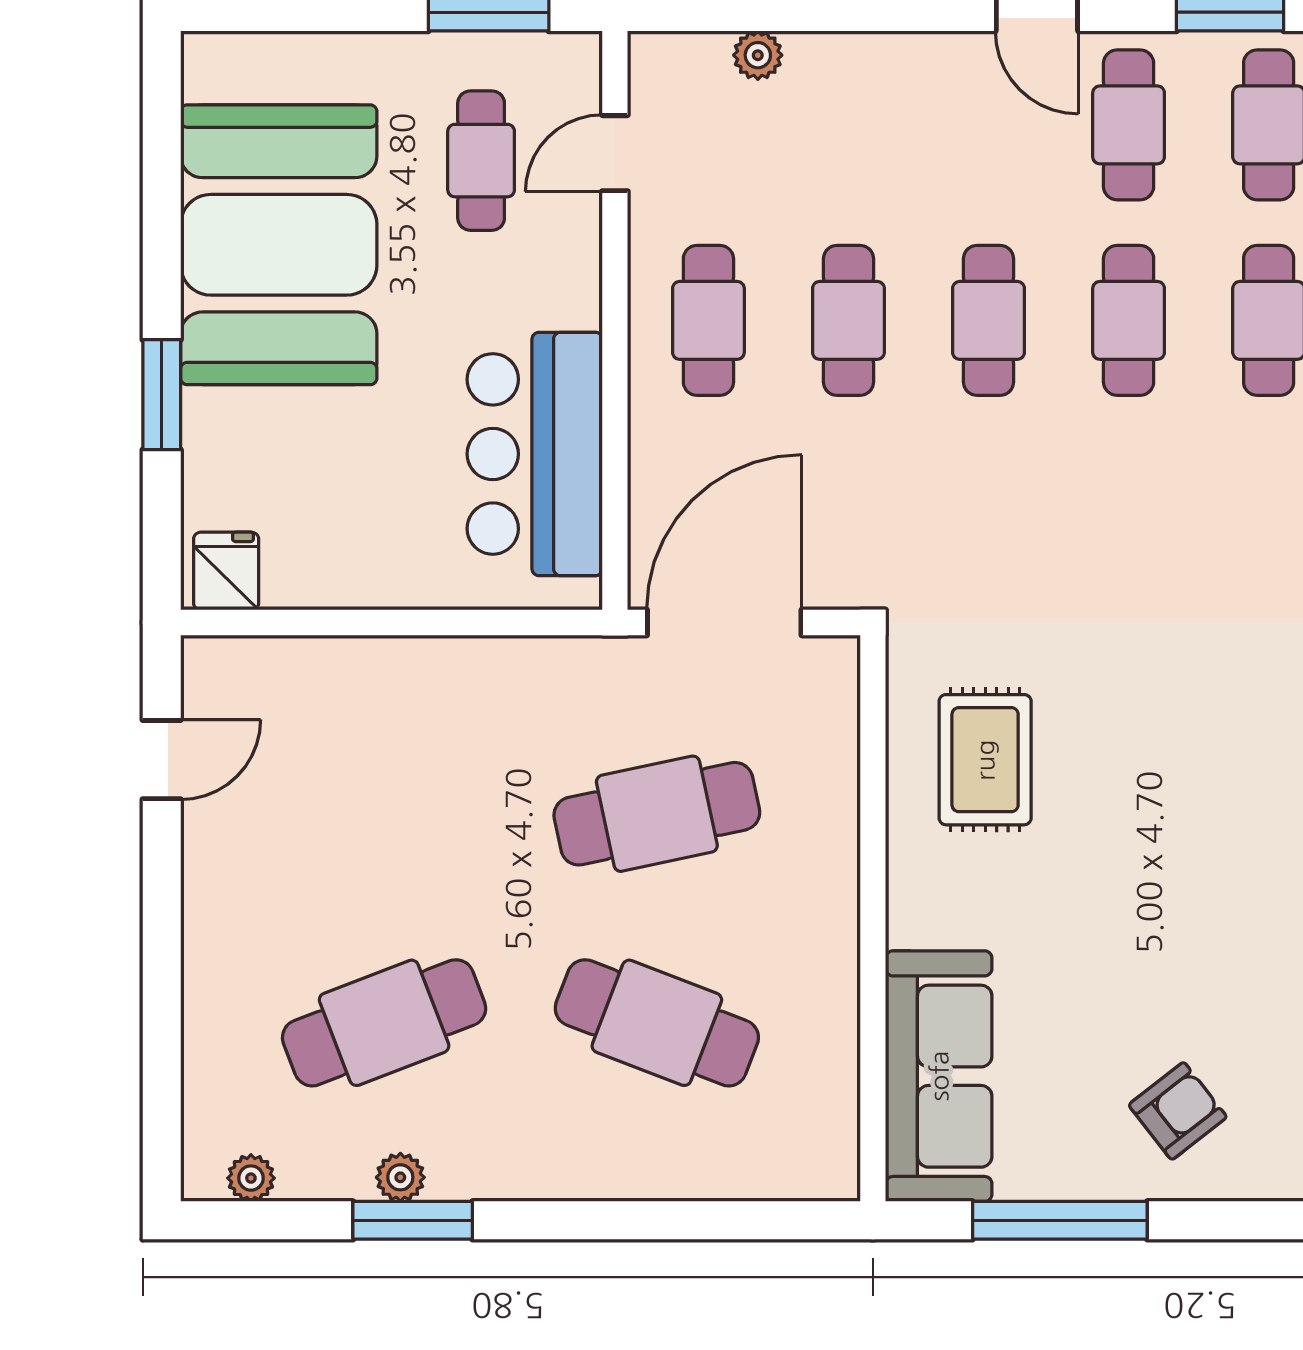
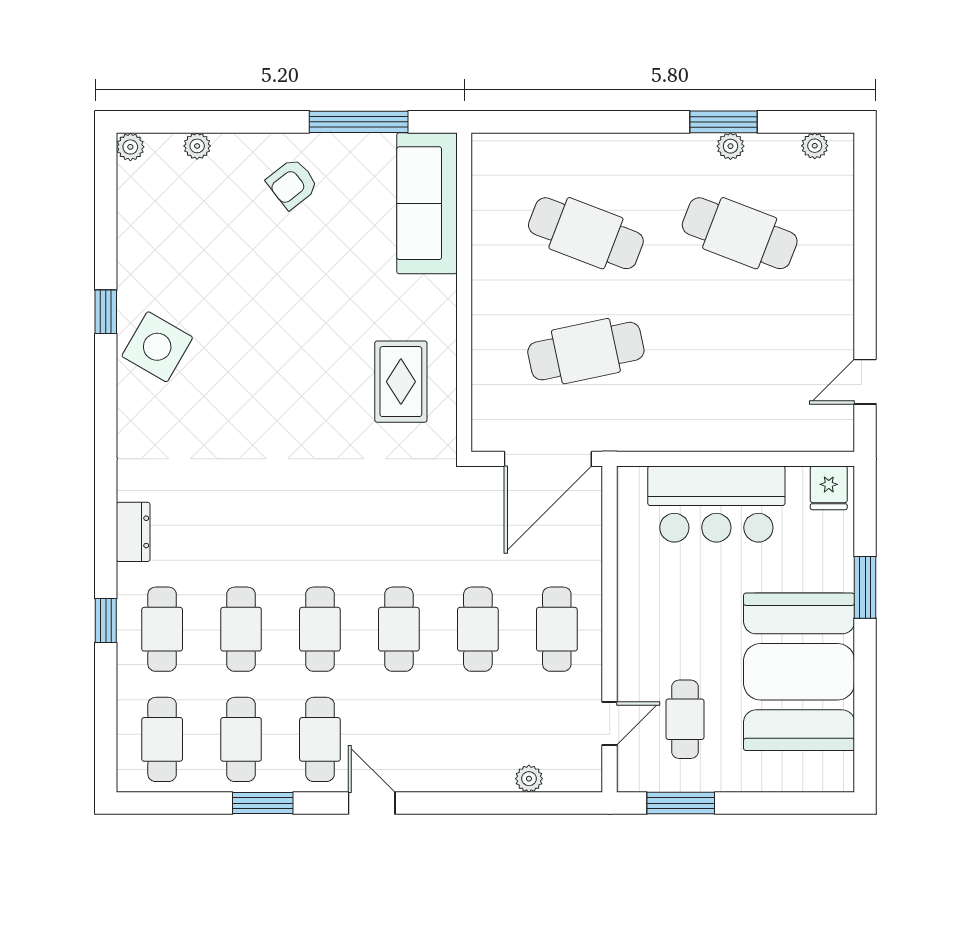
bar counter: (535, 454) -> (716, 504), moved, turned 90
cafe table: (384, 1023) -> (740, 233), turned 42

